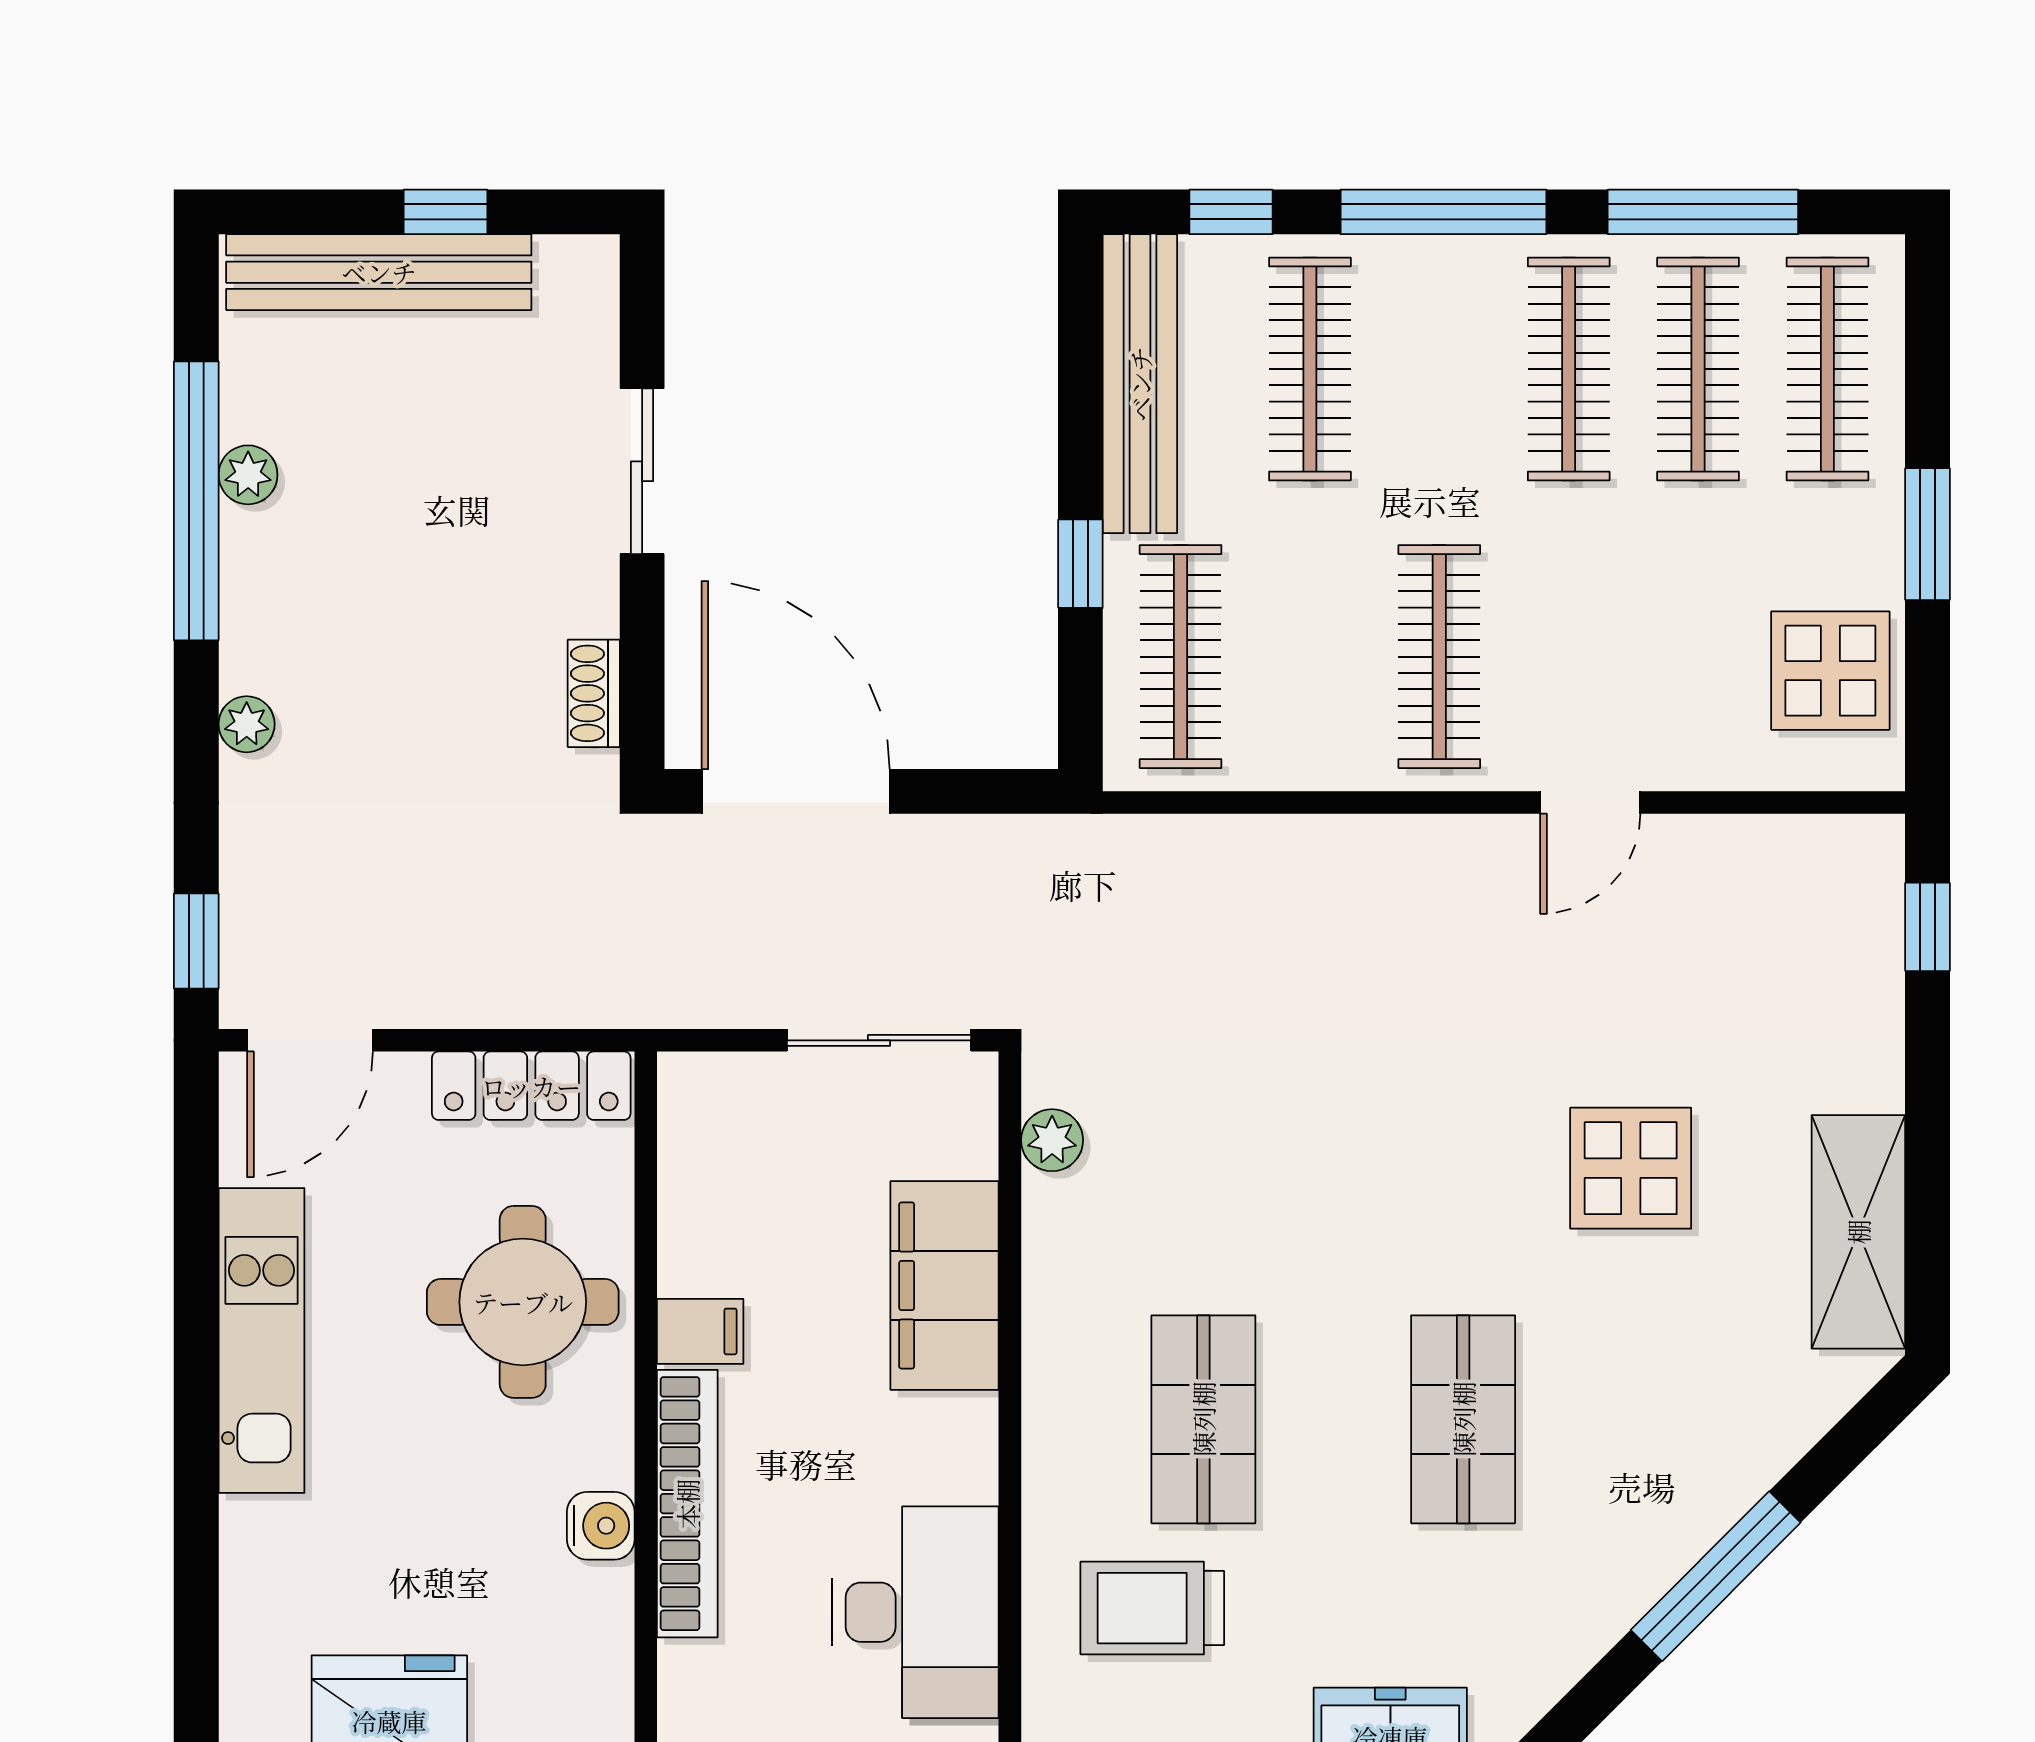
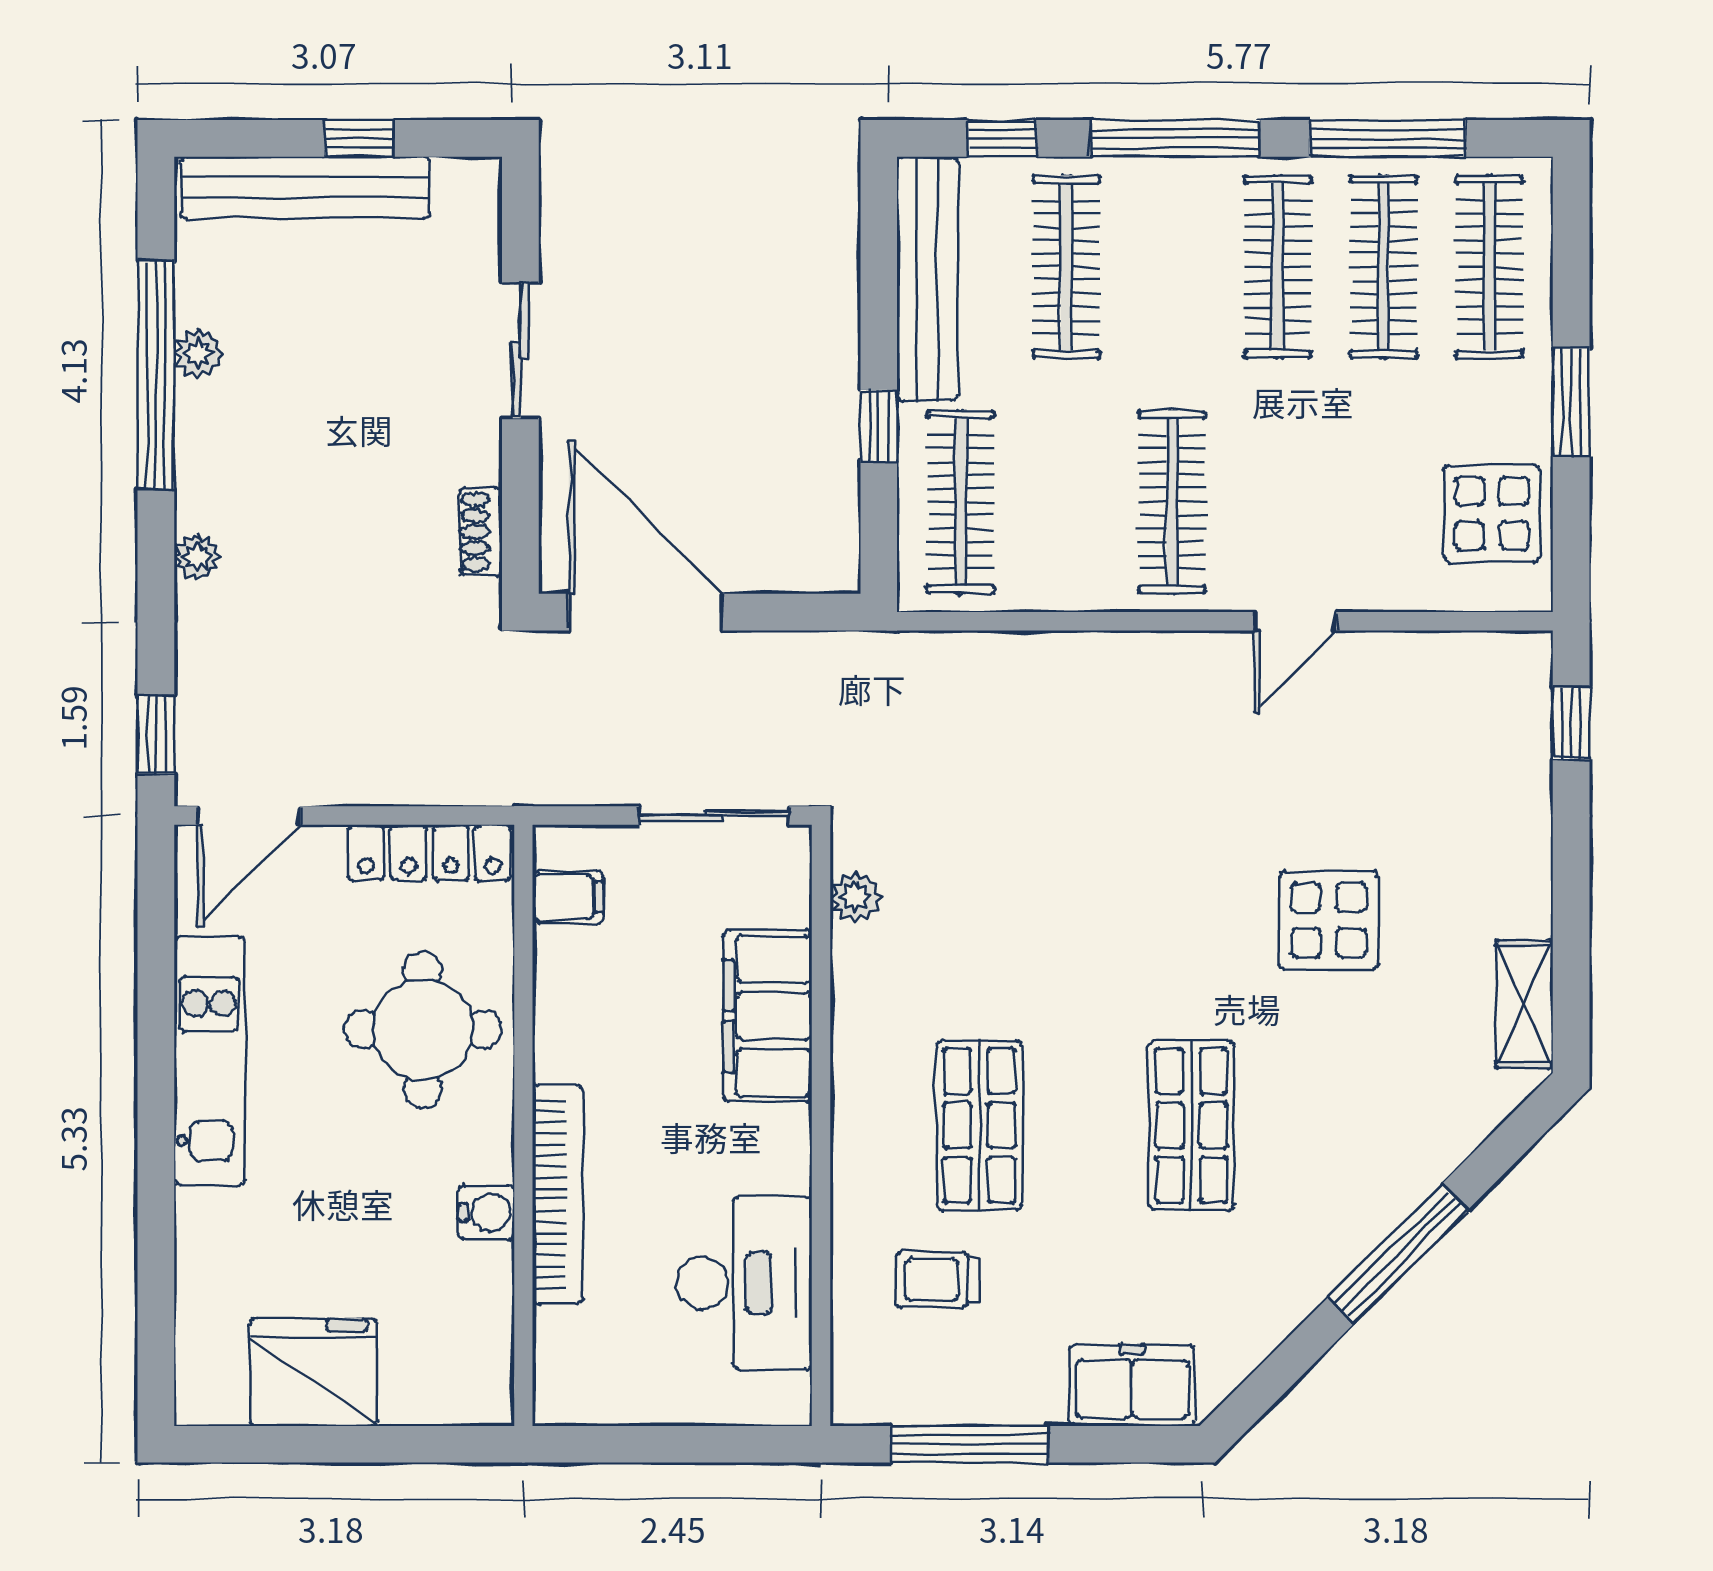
shelving: (1858, 1232) -> (1524, 1004), width x0.67, depth x0.75
filing cabinet: (700, 1331) -> (568, 897), moved
trolley: (1152, 1608) -> (937, 1280), width x0.73, depth x0.72

